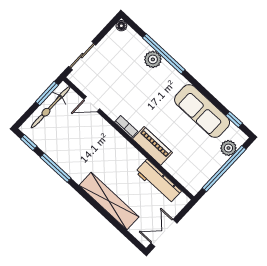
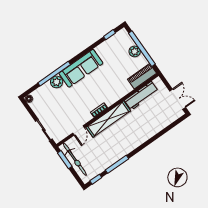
sofa: (202, 111) -> (81, 68), moved
piano: (152, 146) -> (142, 76), moved
plant: (228, 148) -> (135, 51), moved
shelving: (109, 201) -> (108, 119), moved
double door: (164, 233) -> (178, 99), swing flipped

